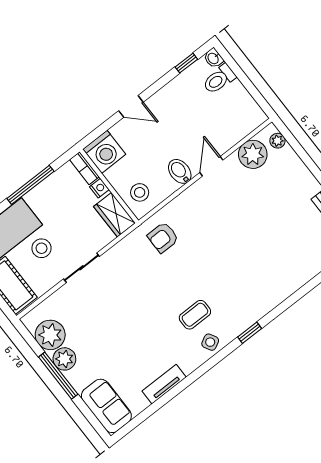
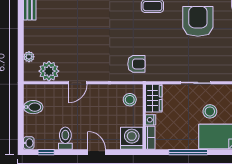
toilet: (219, 79) -> (65, 138), moved, turned -90
plant: (277, 141) -> (29, 57), moved
bidet: (180, 171) -> (33, 107), moved, turned -90
armchair: (132, 337) -> (198, 21), added

